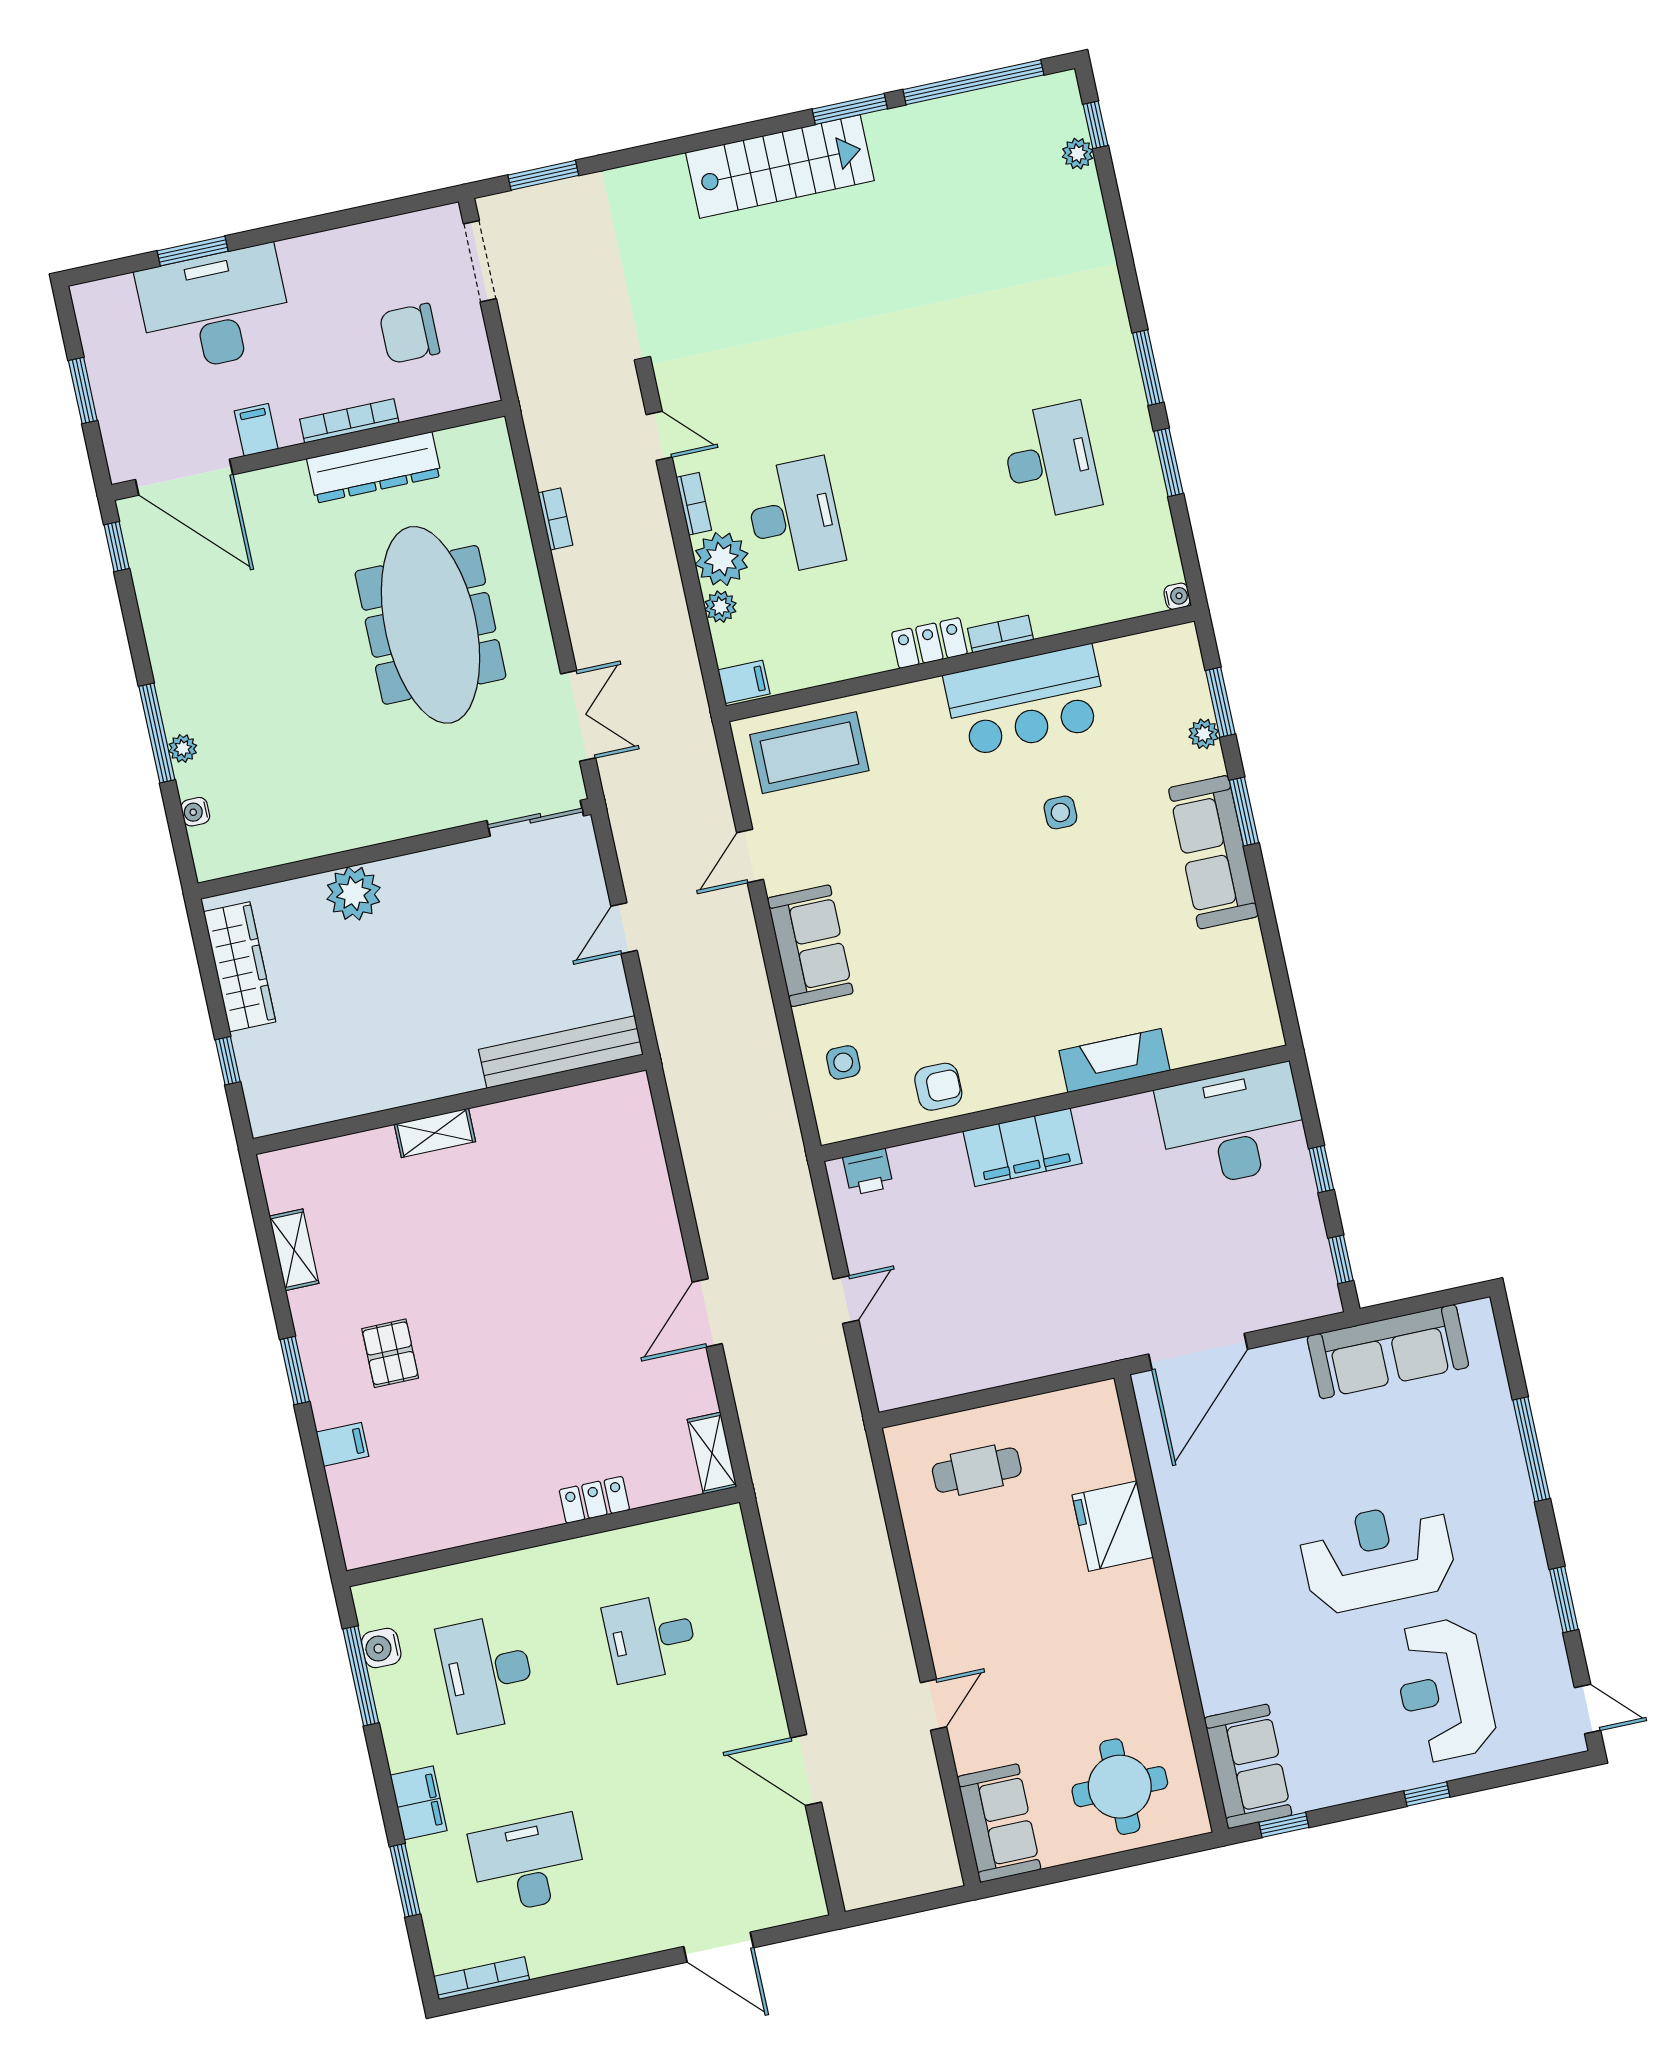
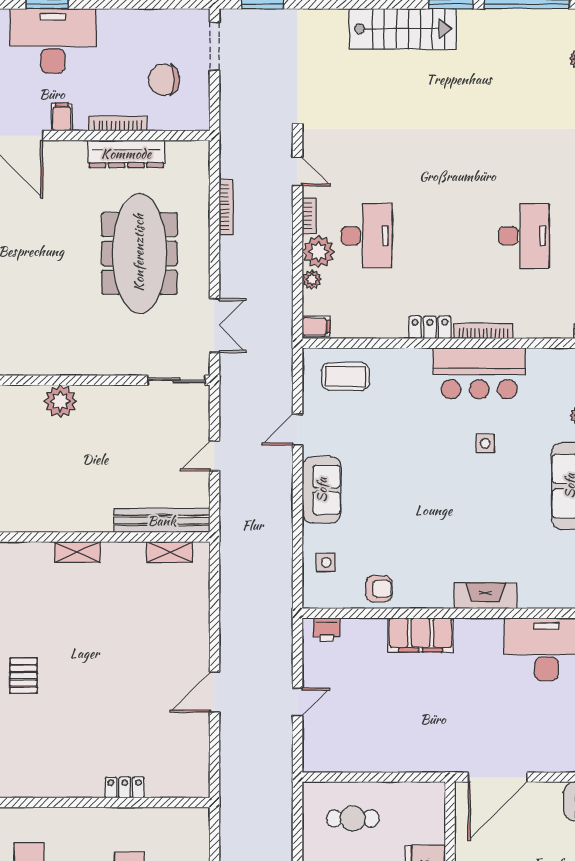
bookcase: (555, 519) -> (226, 207), width x1.56
bookcase: (1000, 634) -> (483, 331), width x1.56
coffee table: (809, 753) -> (346, 376), width x0.73, depth x0.76
shelving: (712, 1453) -> (170, 552), moved, turned 90

